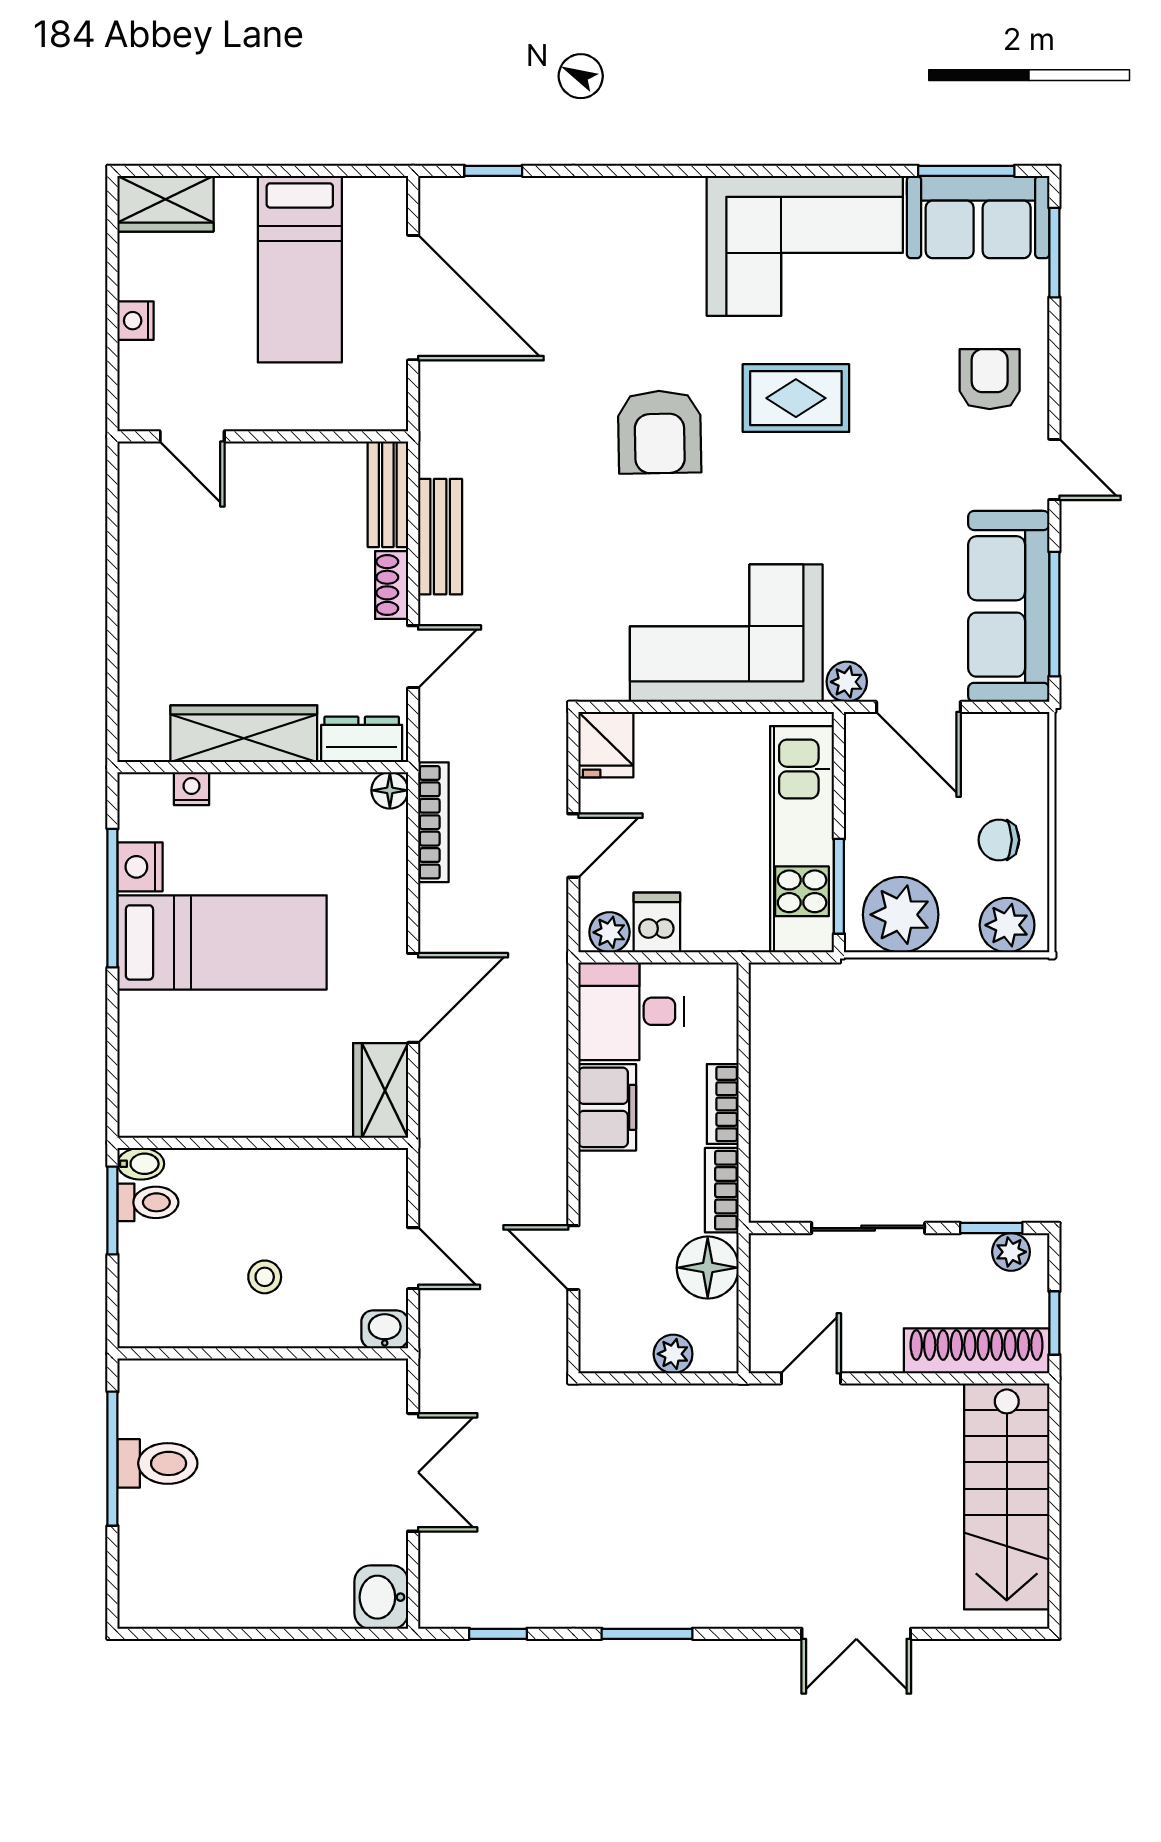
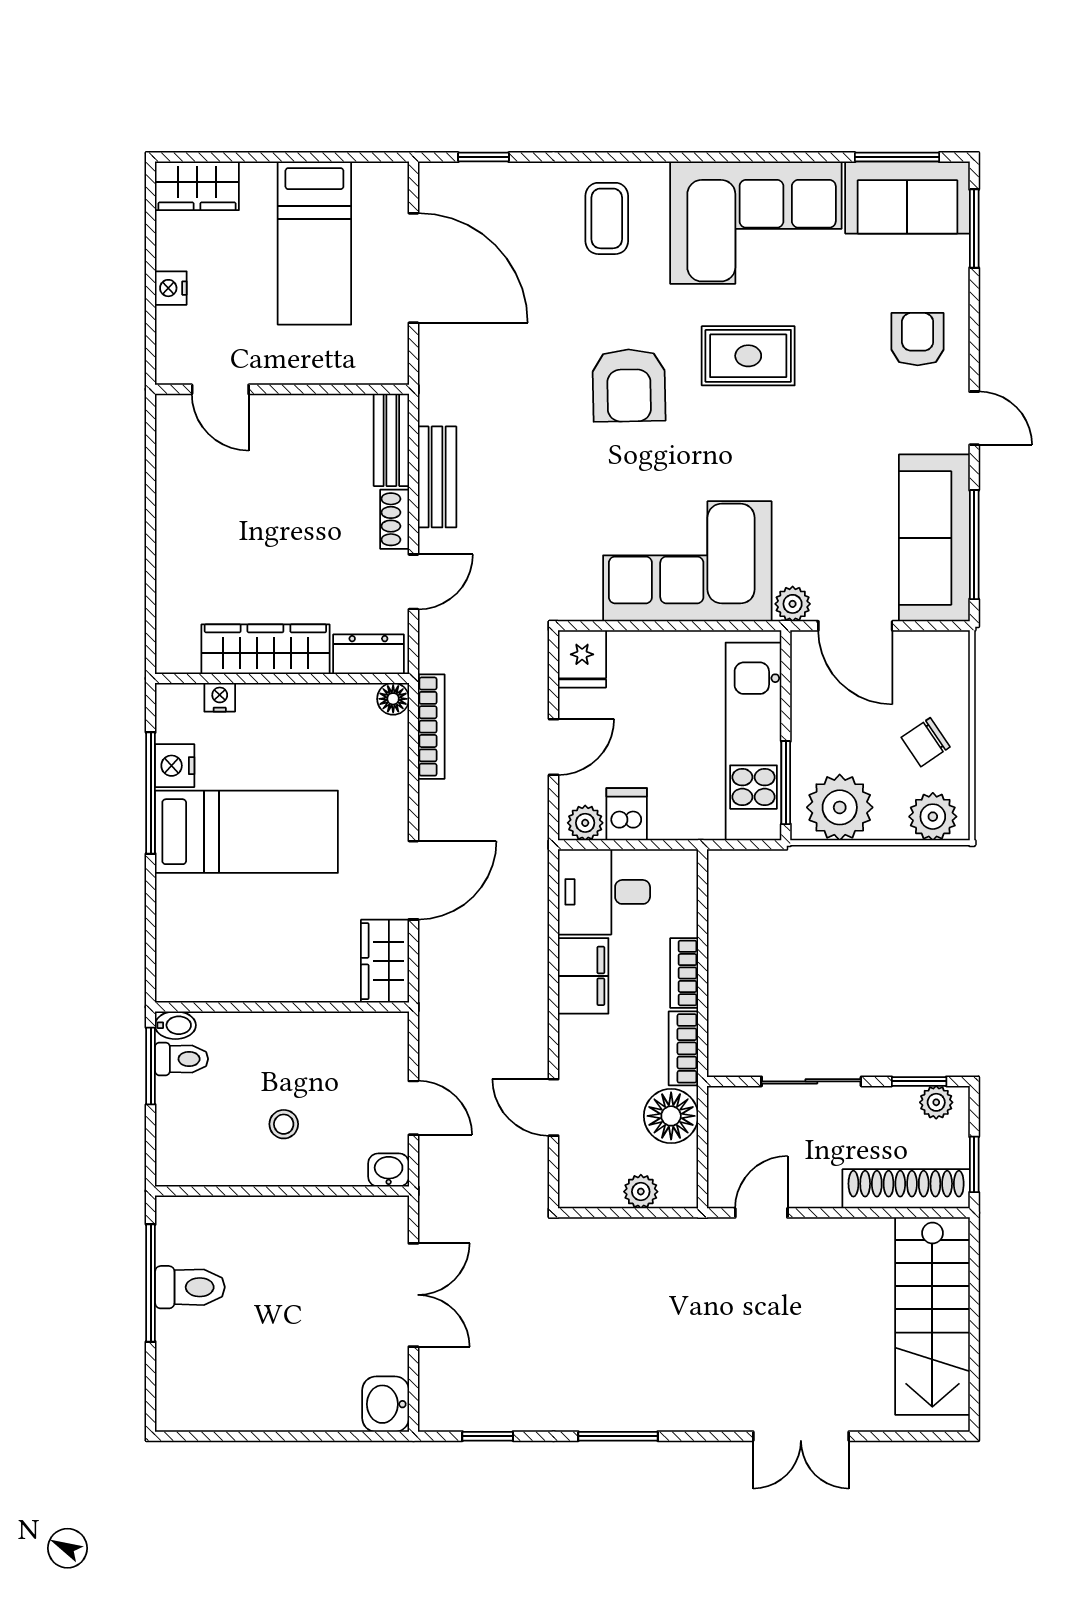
coffee table: (634, 241) -> (607, 218), added
chair: (999, 840) -> (926, 742), turned -34

